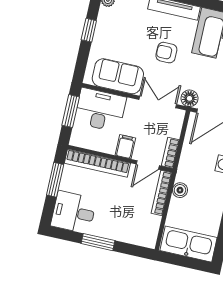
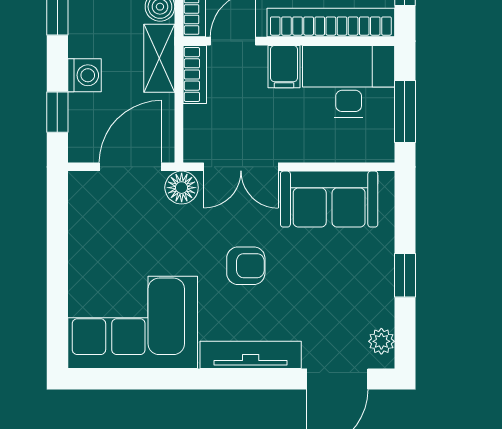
desk: (100, 110) -> (349, 81), moved, turned 180
shelving: (186, 165) -> (159, 58), added

